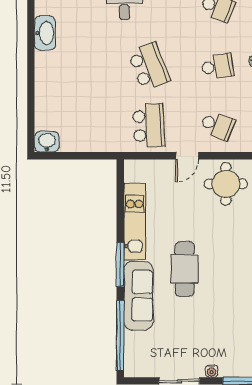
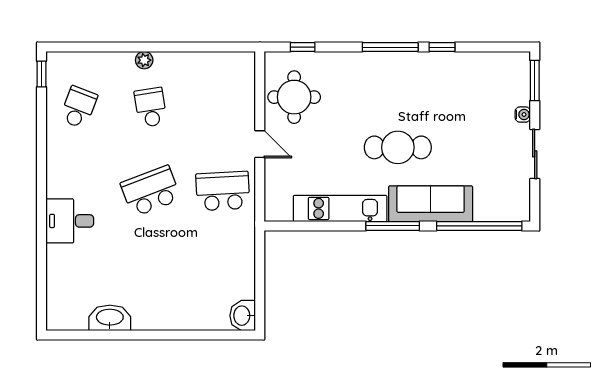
school desk: (217, 126) -> (223, 107), removed

